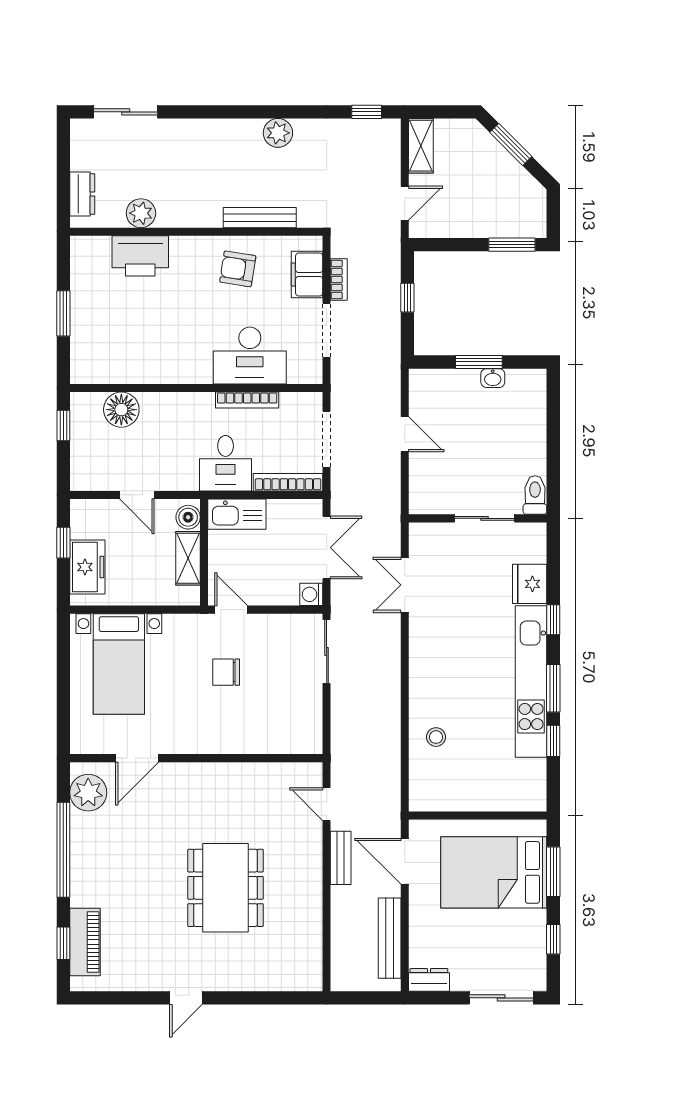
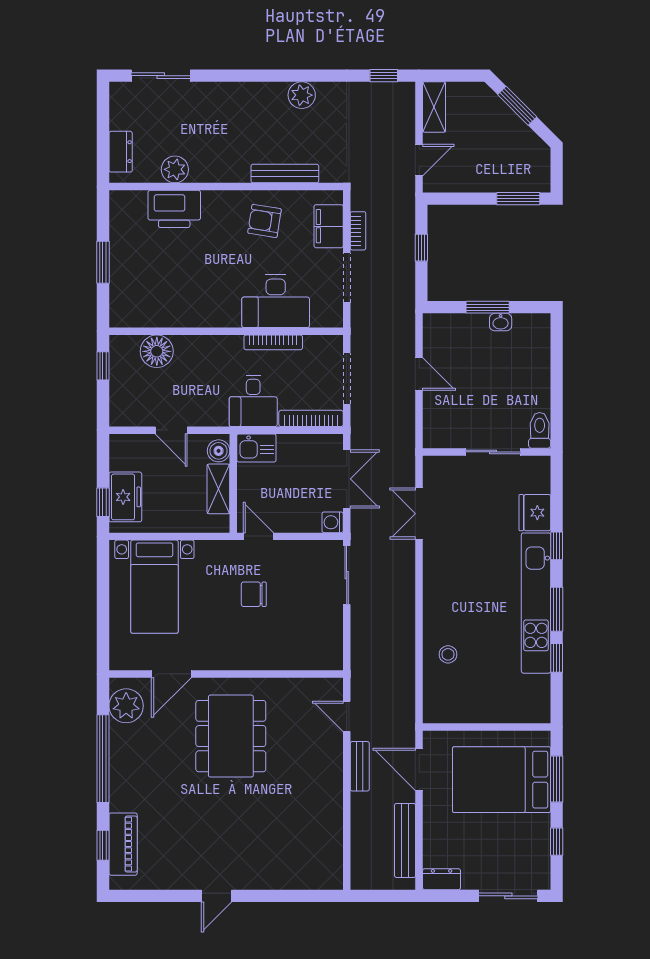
kitchen sink: (237, 514) -> (256, 448), width x0.73
window: (63, 543) -> (103, 502), moved
dining table: (225, 888) -> (231, 736), moved

